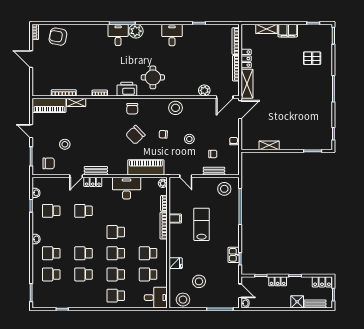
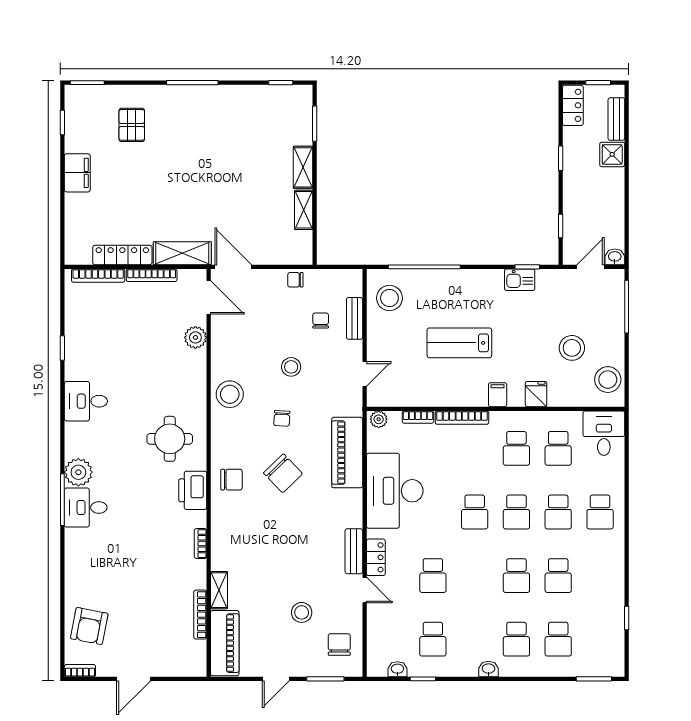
shelving: (266, 29) -> (303, 167), moved
locker: (246, 59) -> (122, 255), width x1.53
desk: (127, 188) -> (395, 491), width x1.36, depth x1.30
filing cabinet: (175, 219) -> (498, 395), moved
locker: (278, 281) -> (572, 193), removed

